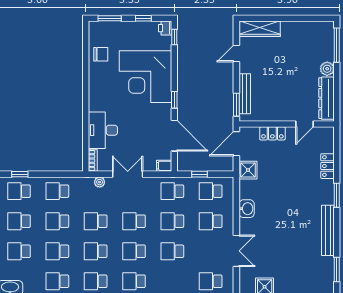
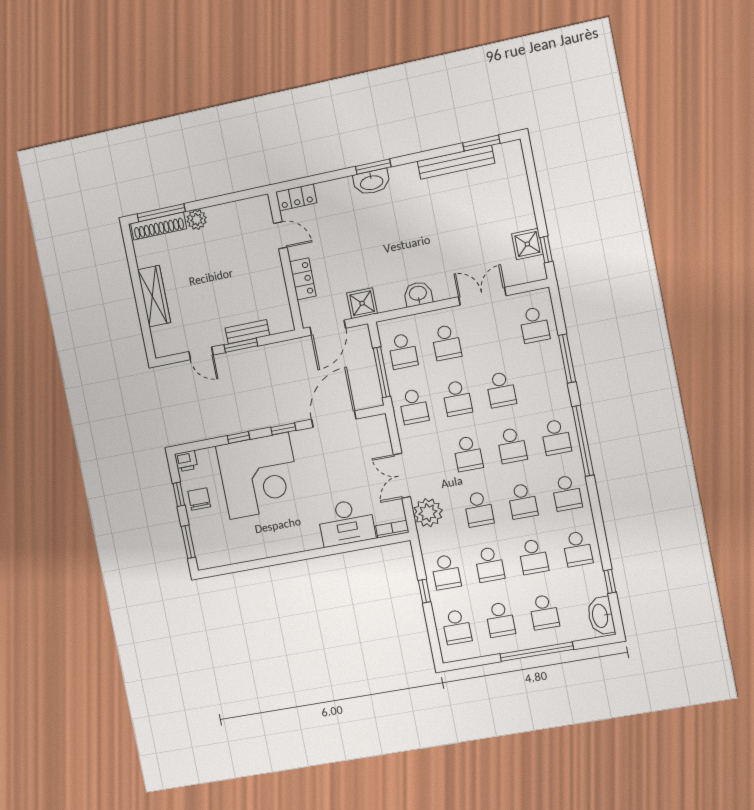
wardrobe: (260, 29) -> (154, 296), moved
window: (174, 37) -> (239, 438), moved
shoe rack: (328, 42) -> (159, 226), added
chair: (101, 54) -> (199, 499), moved
bench: (245, 94) -> (247, 332), width x0.73
dresser: (327, 98) -> (238, 211), removed
window: (236, 105) -> (241, 345), moved
door: (236, 144) -> (328, 328), hinge flipped
filing cabinet: (164, 166) -> (380, 425), removed
locker: (327, 166) -> (296, 197), moved
window: (20, 174) -> (424, 591), moved
window: (199, 174) -> (382, 372), width x2.17
plant: (100, 182) -> (428, 513), width x1.87, depth x1.87
washbasin: (327, 192) -> (372, 182), added
bench: (328, 230) -> (456, 162), moved

